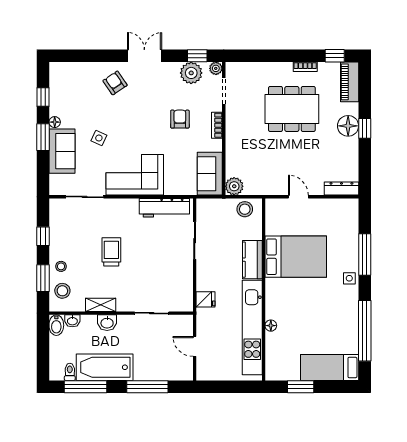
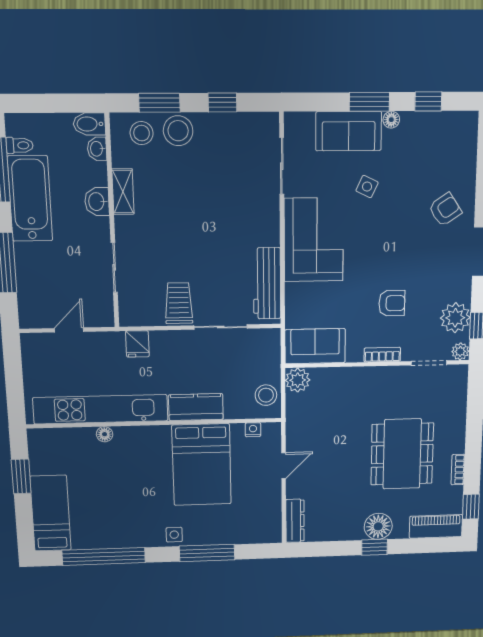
nightstand: (270, 219) -> (253, 430), added
trolley: (111, 252) -> (179, 303), moved, turned -90
stool: (61, 266) -> (178, 131), width x1.89, depth x1.89

